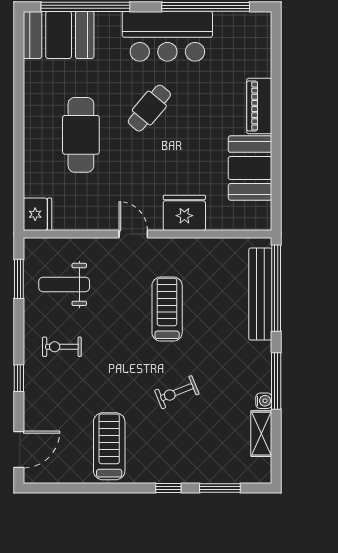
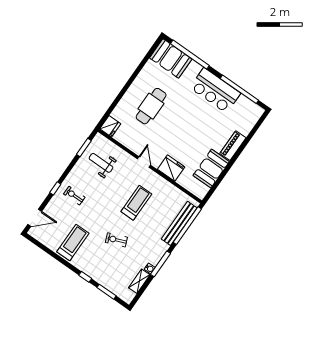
cafe table: (149, 108) -> (187, 115), removed
exercise bike: (62, 347) -> (74, 196), moved

